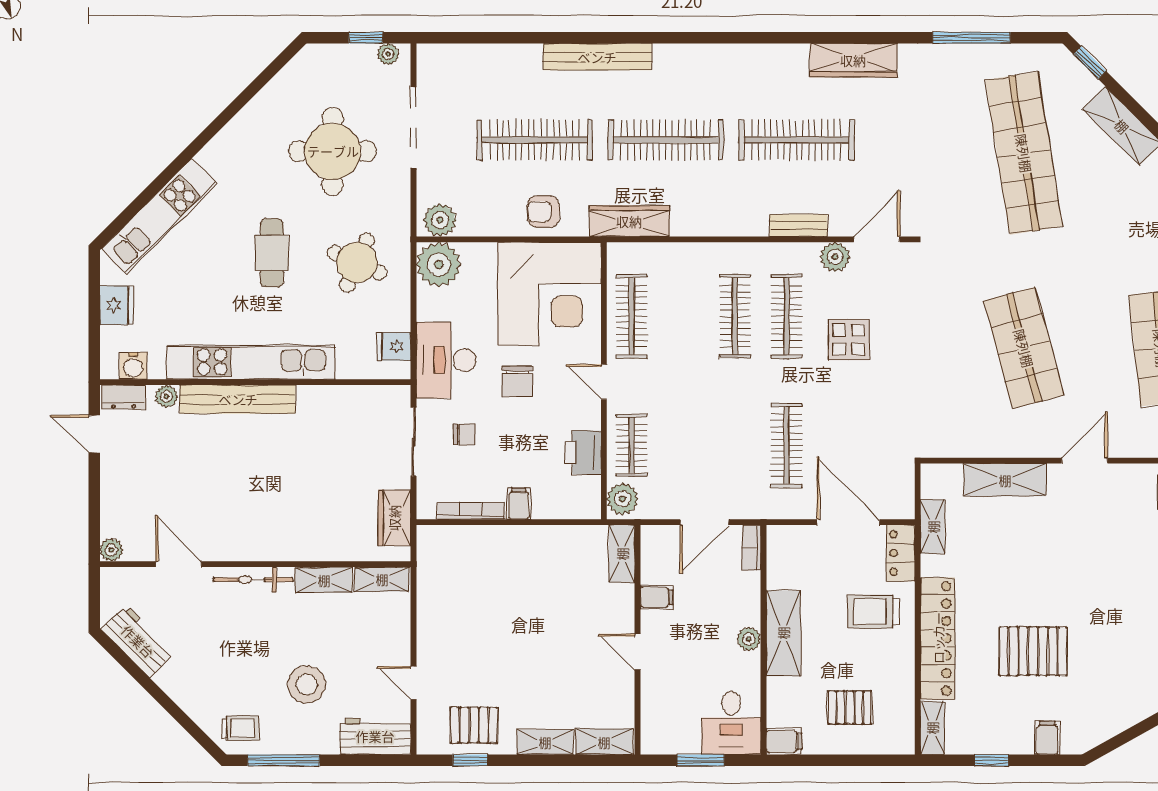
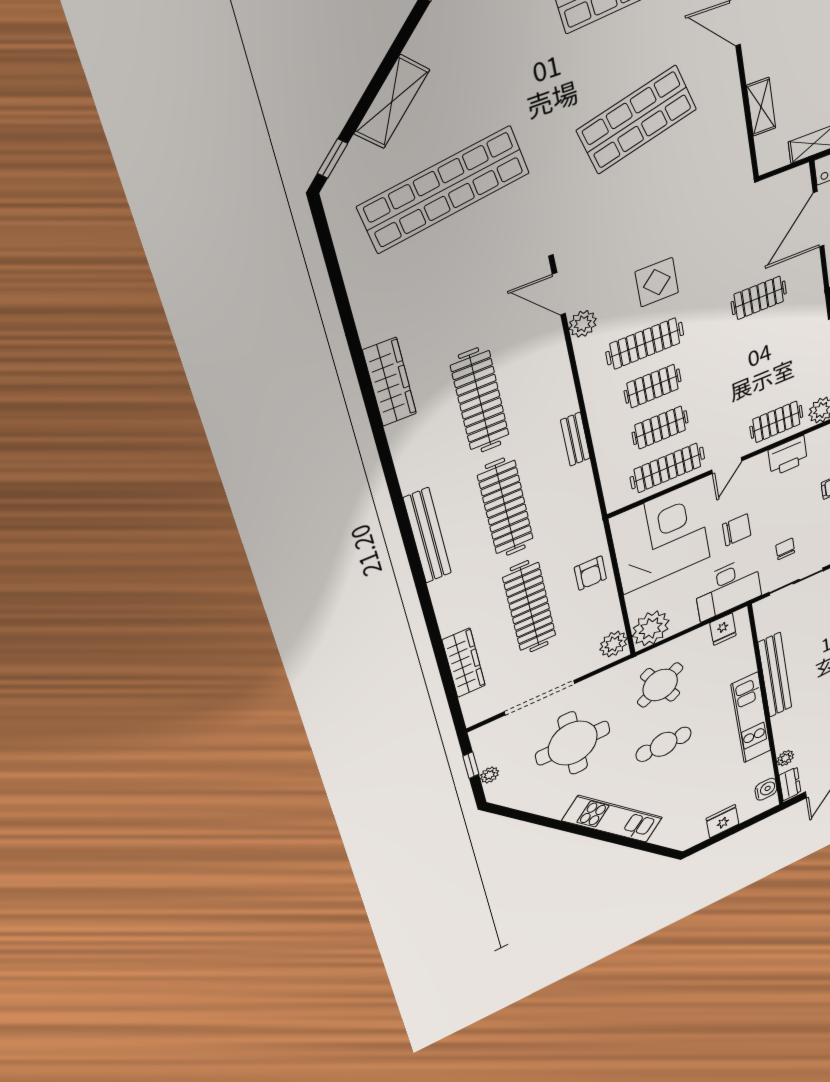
window: (971, 38) -> (338, 284), removed
plant: (388, 54) -> (489, 775), moved
bench: (597, 57) -> (427, 536), moved
kitchen unit: (159, 216) -> (613, 819), moved
wardrobe: (629, 221) -> (464, 663), moved, turned 180
bench: (799, 226) -> (575, 439), moved
round table: (357, 263) -> (660, 685), turned 37
clothes rail: (683, 316) -> (660, 428), added
clothes rail: (735, 316) -> (653, 386), width x0.73
kitchen unit: (251, 362) -> (751, 718), width x0.73
bench: (238, 399) -> (775, 675), moved
clothes rail: (787, 445) -> (759, 298), width x0.73
shelving: (1005, 480) -> (761, 107), width x0.67, depth x0.75

